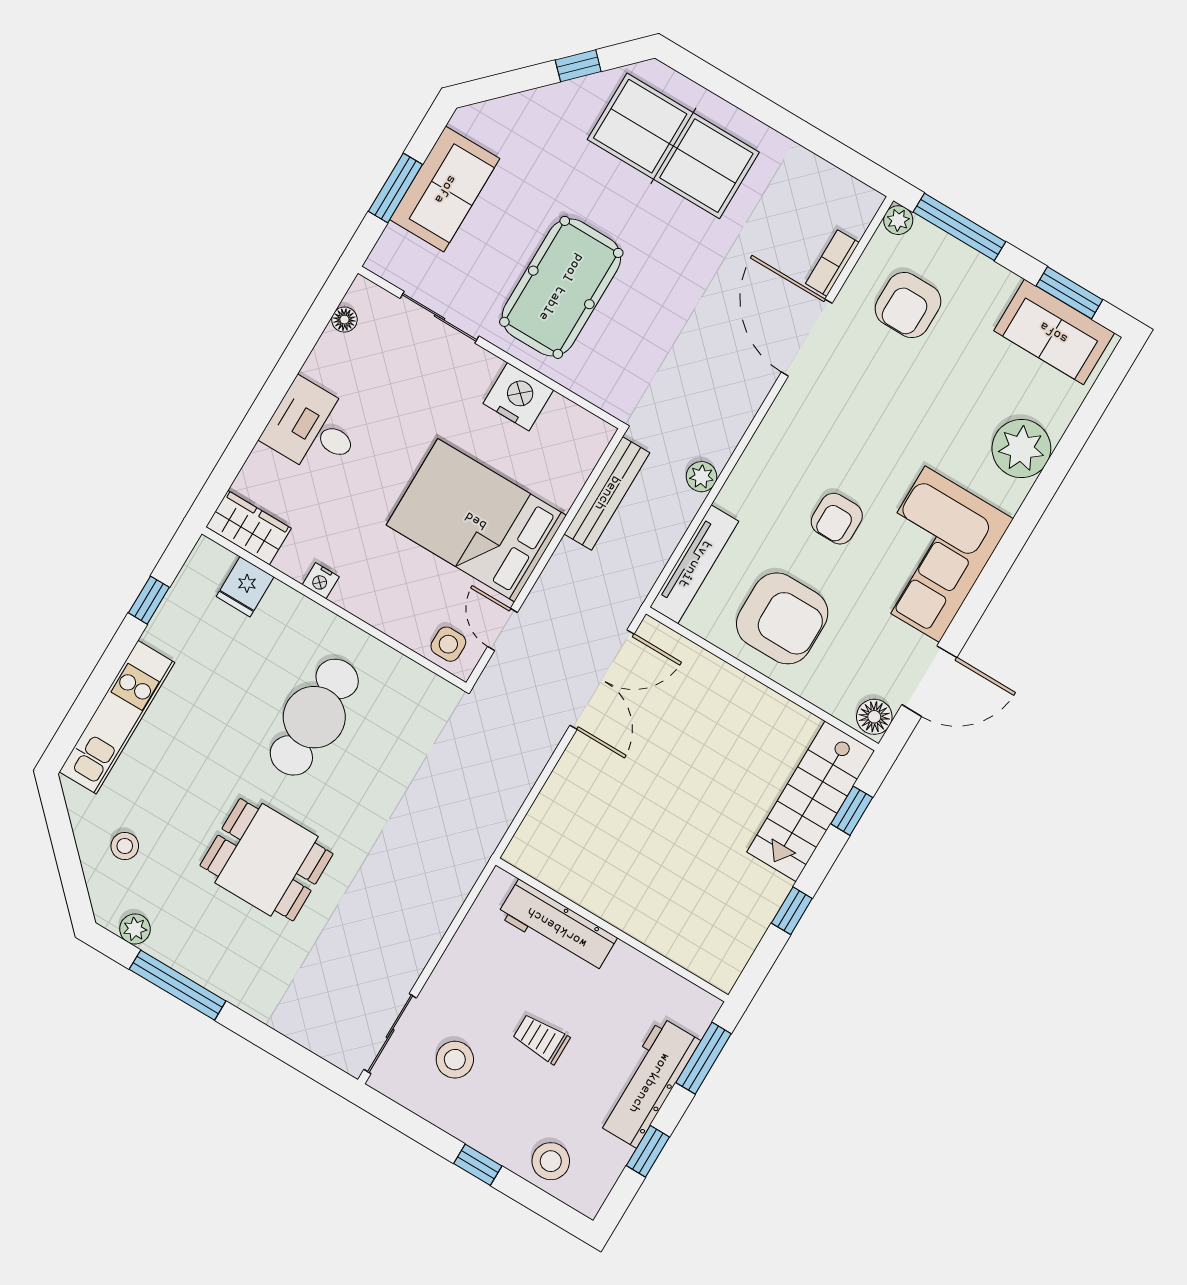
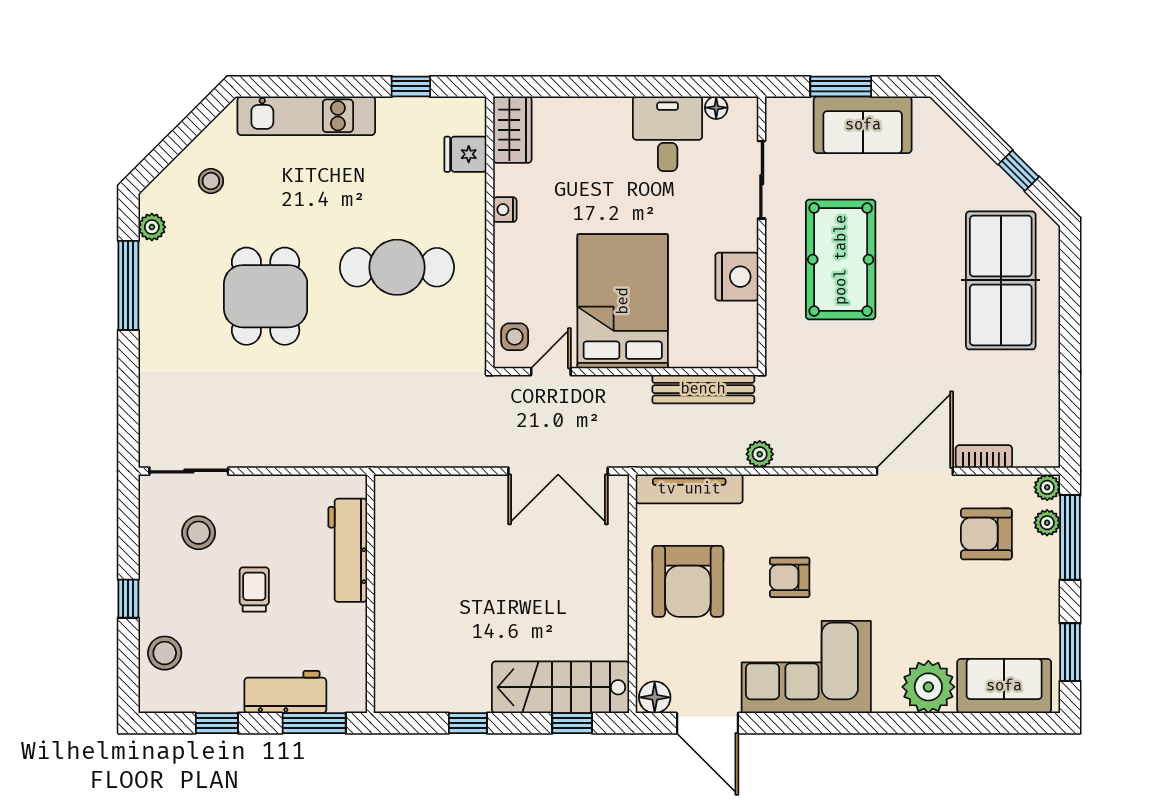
plant: (932, 240) -> (1047, 523), added
pool table: (561, 287) -> (841, 260), turned 90
sofa: (1054, 332) -> (1004, 686), moved, turned 90
desk: (313, 428) -> (668, 134), moved
workbench: (649, 1083) -> (285, 692), width x0.73

